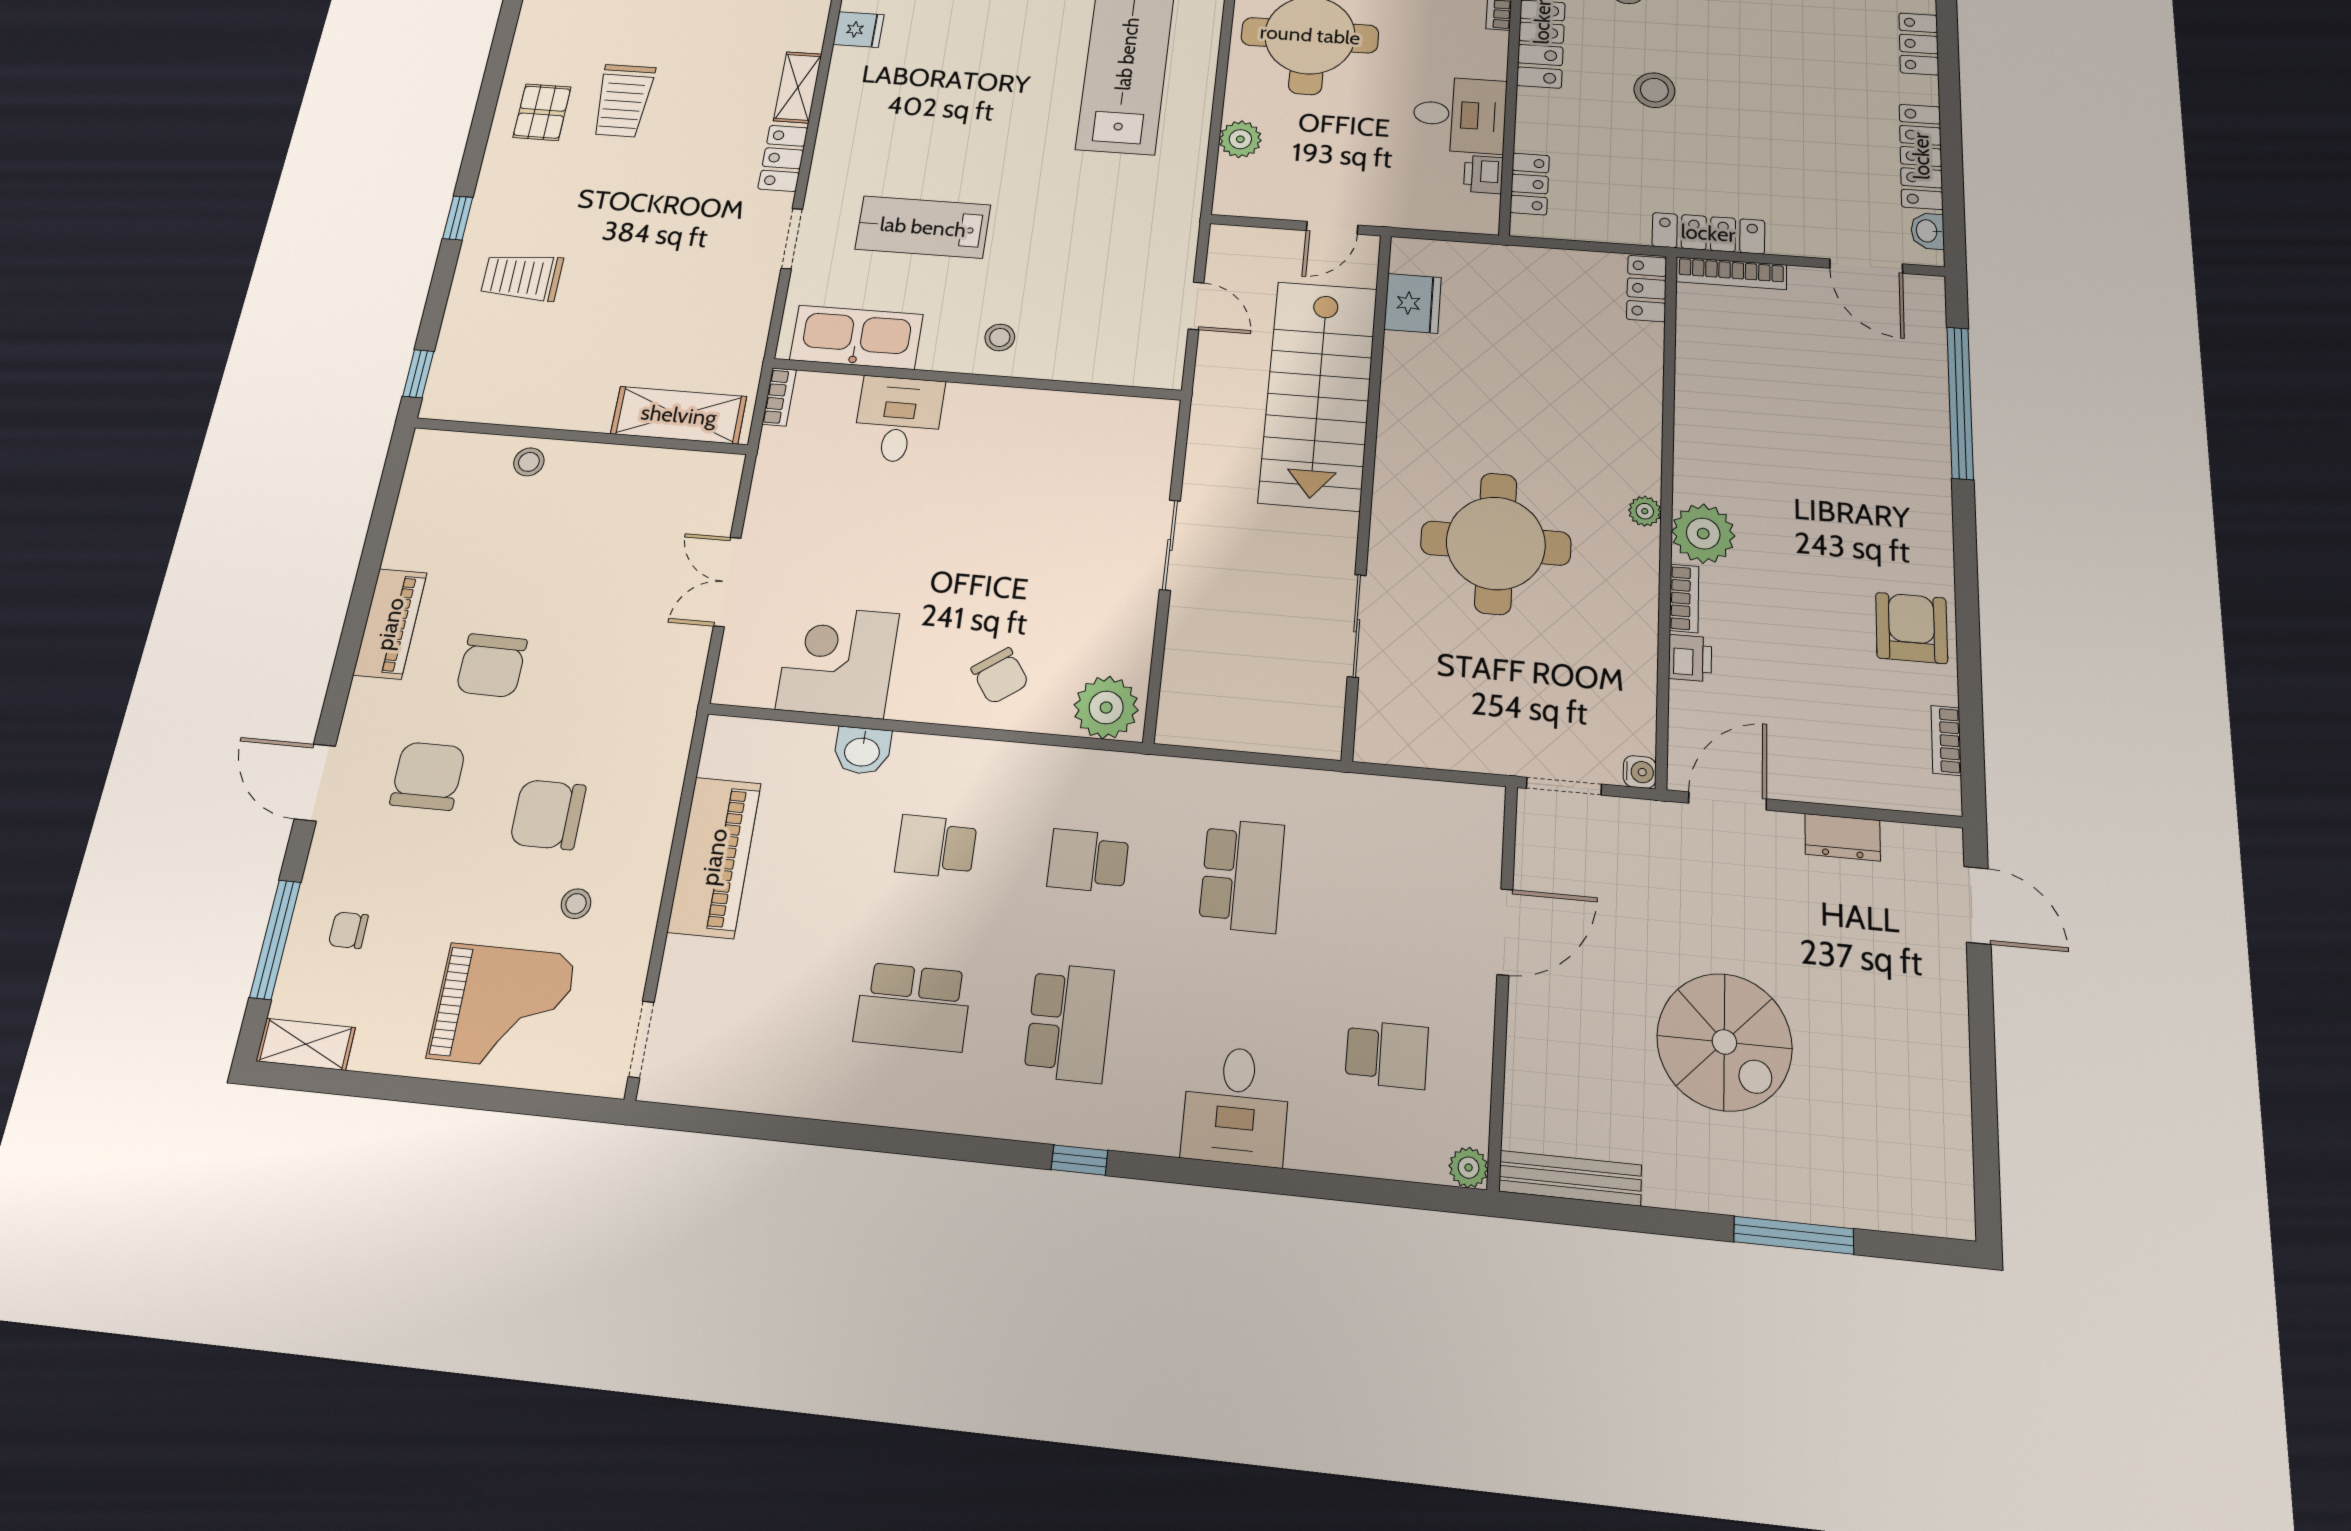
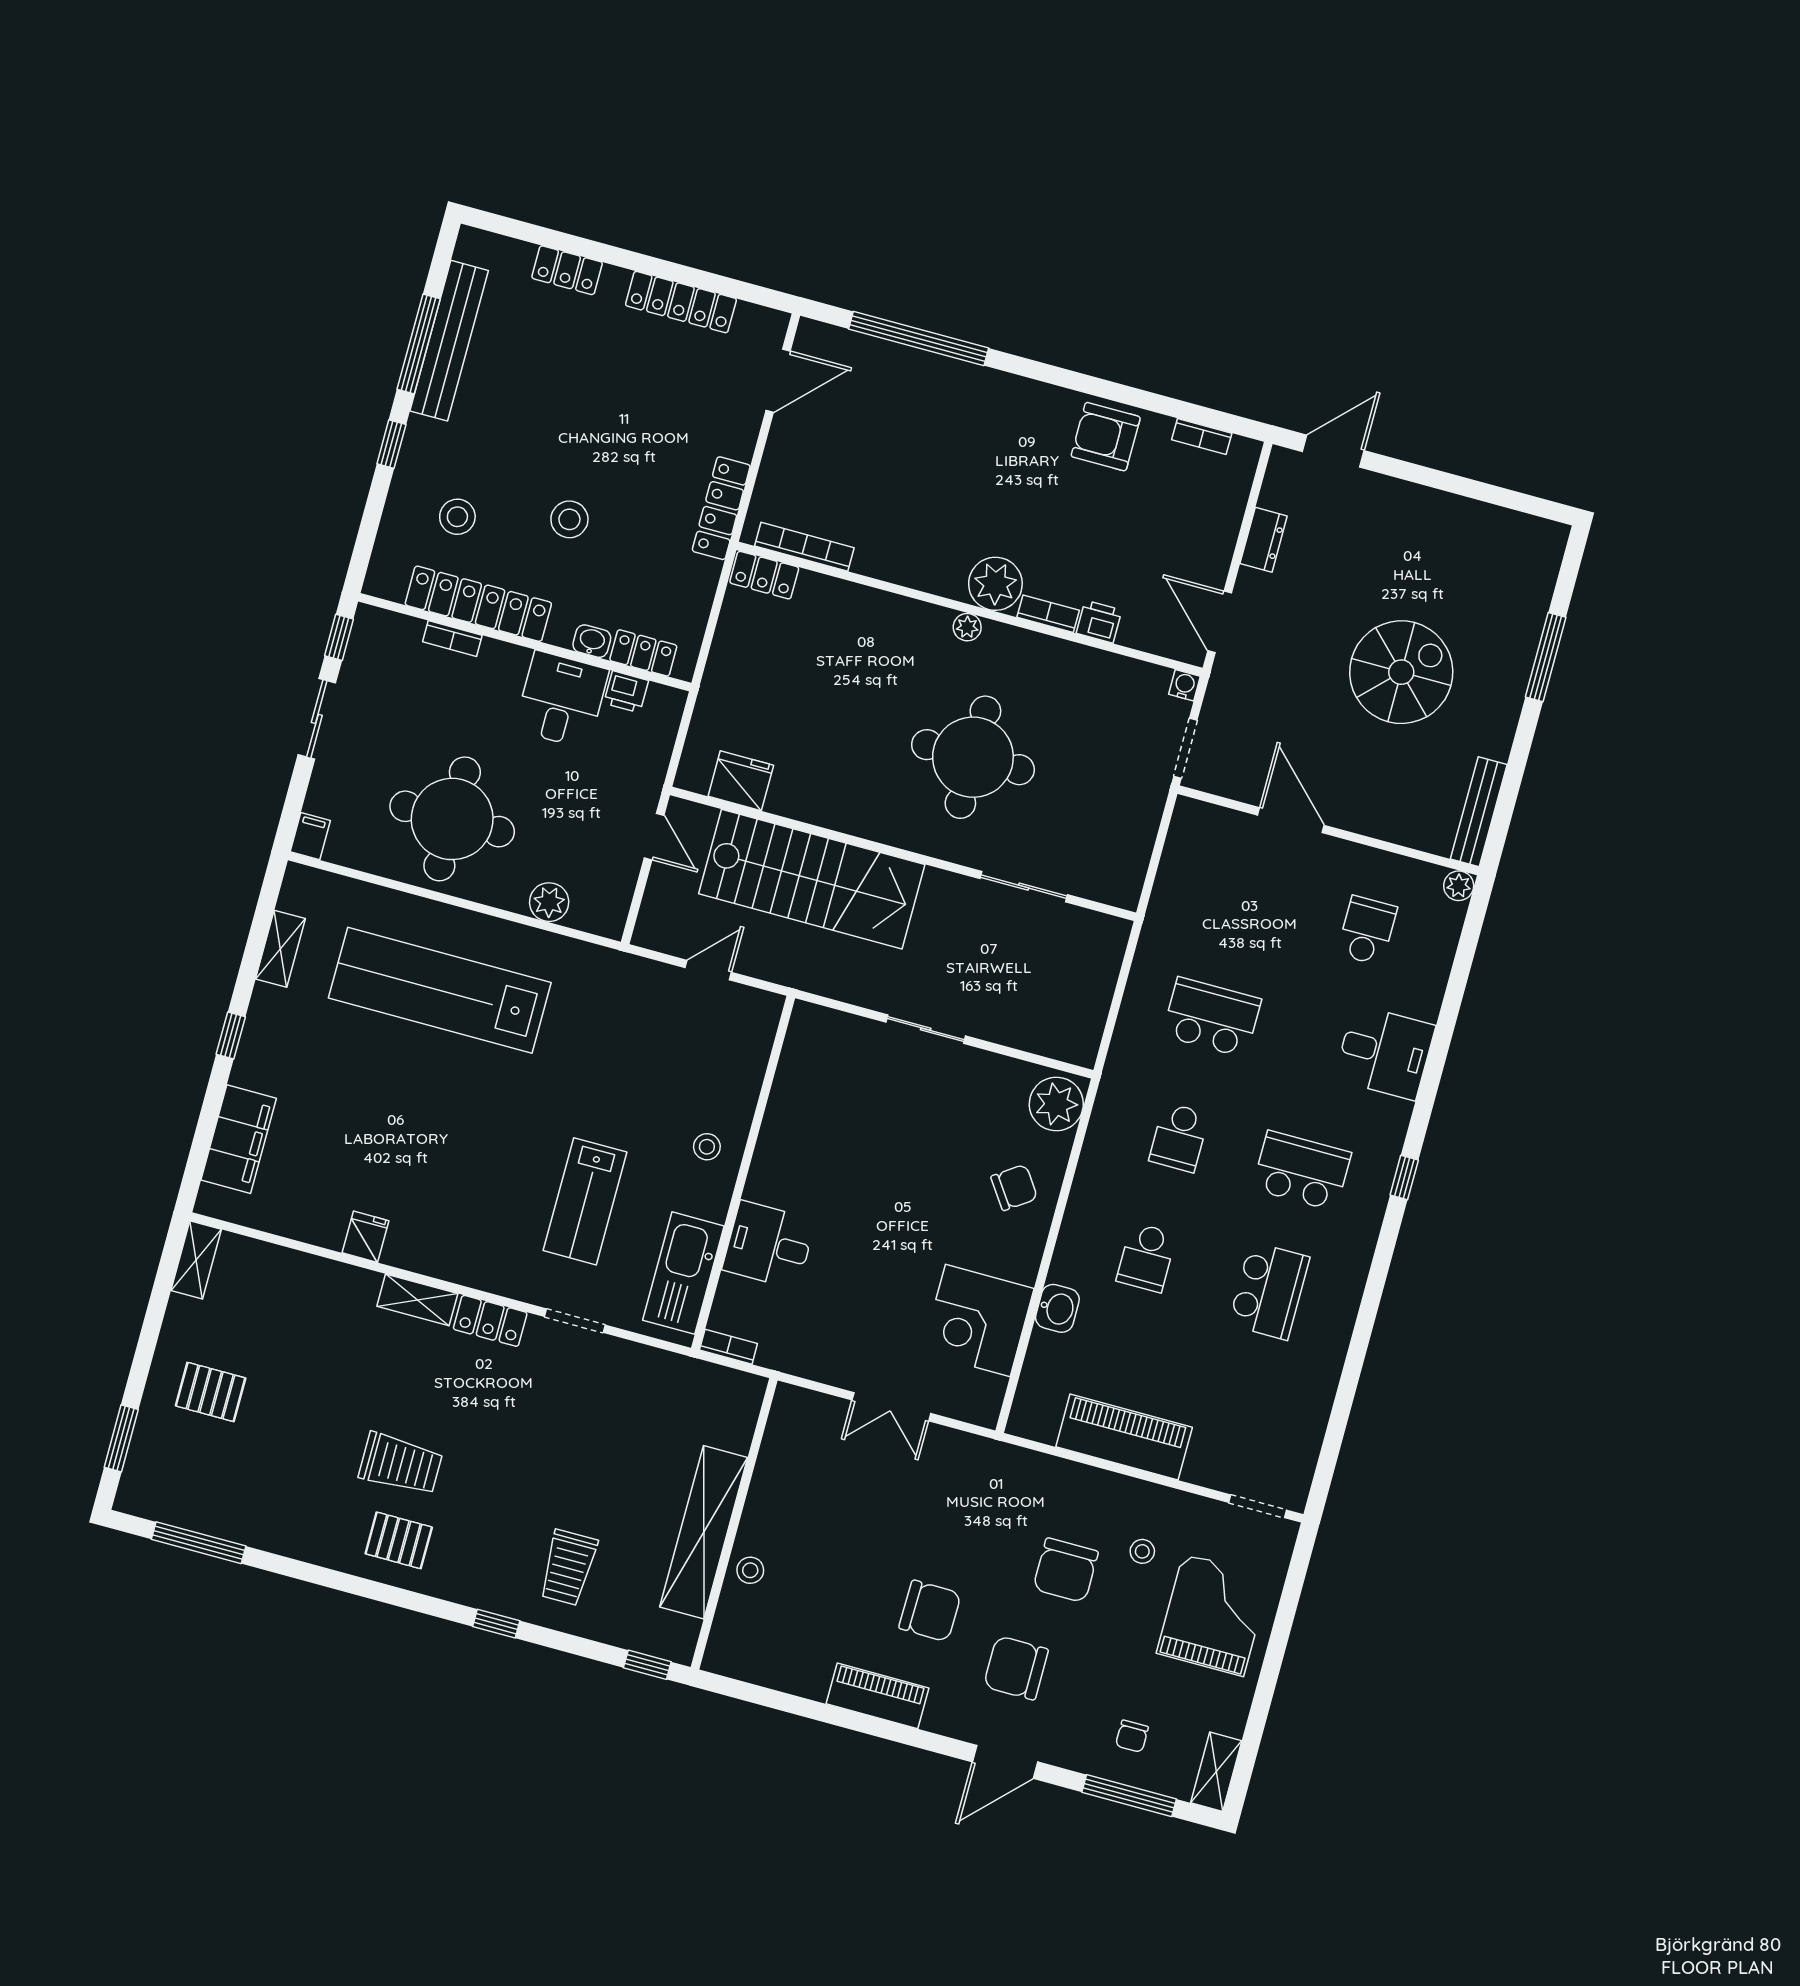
washbasin: (1928, 231) -> (592, 641), moved, turned 180
bookcase: (1731, 273) -> (804, 547), moved, turned -90
shelving: (679, 415) -> (704, 1532), moved, width x1.47

